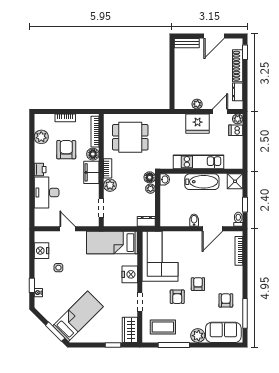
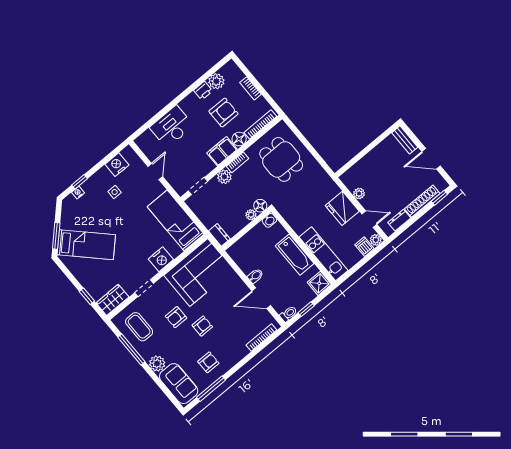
kitchen unit: (198, 162) -> (323, 254), moved
printer: (40, 170) -> (203, 91), moved

